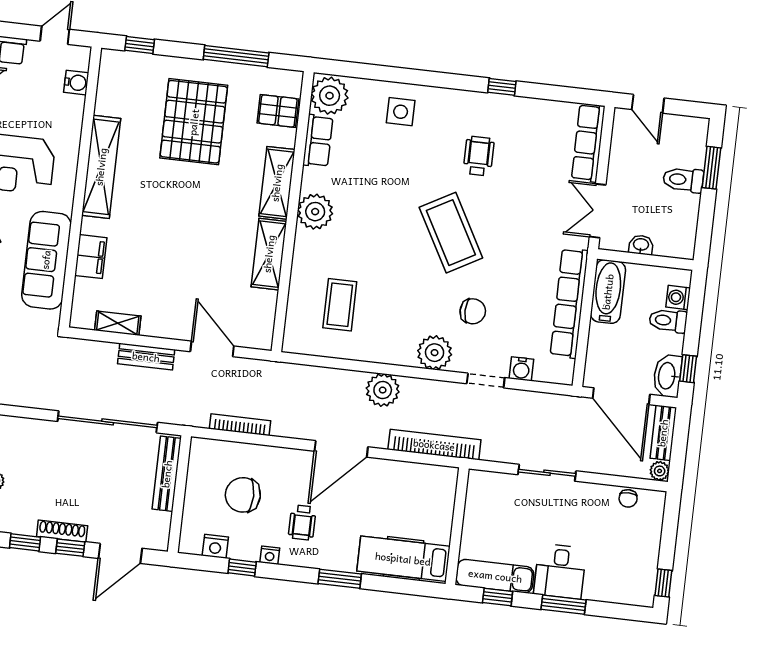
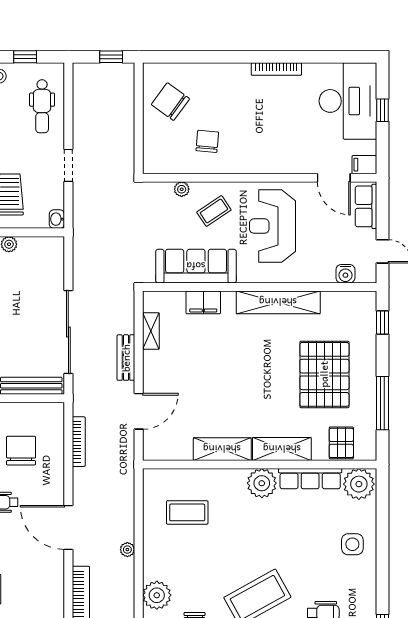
pallet: (194, 122) -> (324, 374), turned 90
row of seats: (318, 141) -> (310, 479), width x1.48
plant: (383, 390) -> (127, 550), width x0.53, depth x0.53

